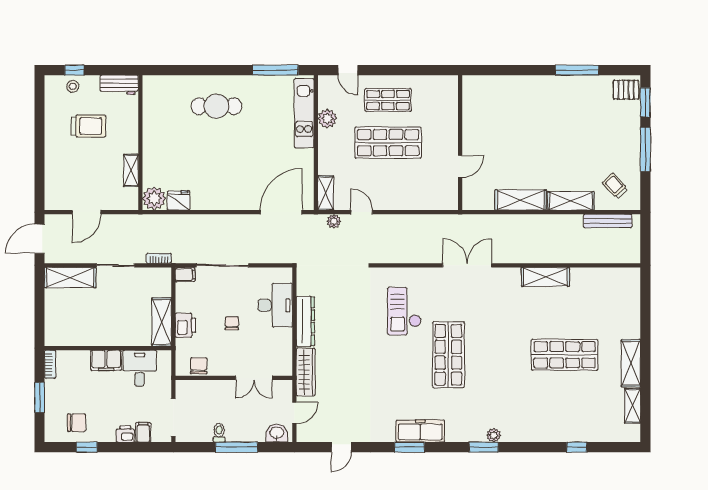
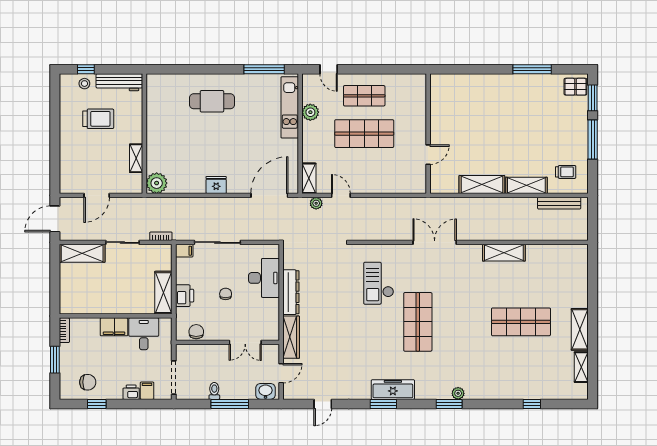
workbench: (119, 85) -> (119, 82), width x1.38
trolley: (615, 186) -> (566, 172), turned 133
fridge: (179, 201) -> (216, 185), moved

